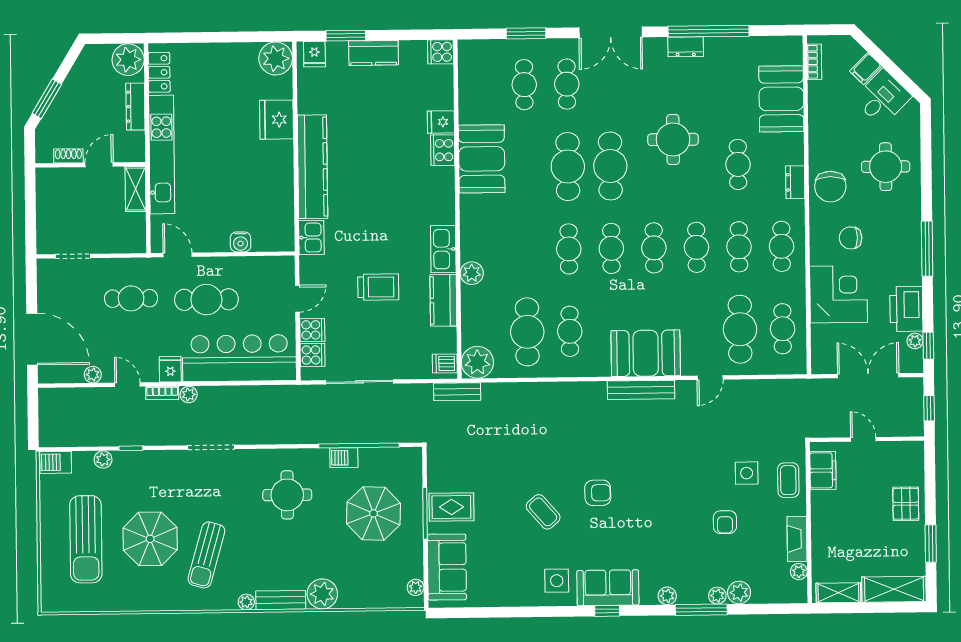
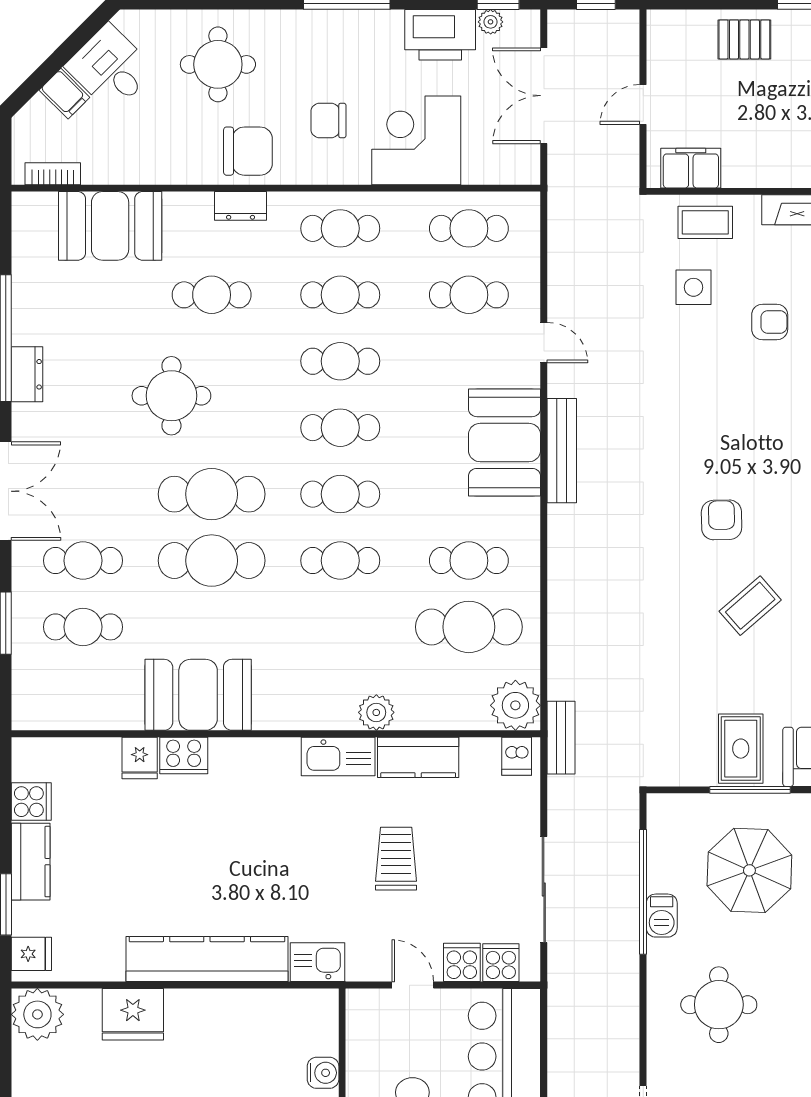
cooker: (441, 52) -> (31, 802), moved, turned -90
chair: (851, 238) -> (328, 121), turned 90
cafe table: (740, 329) -> (469, 295), width x0.73, depth x0.74

